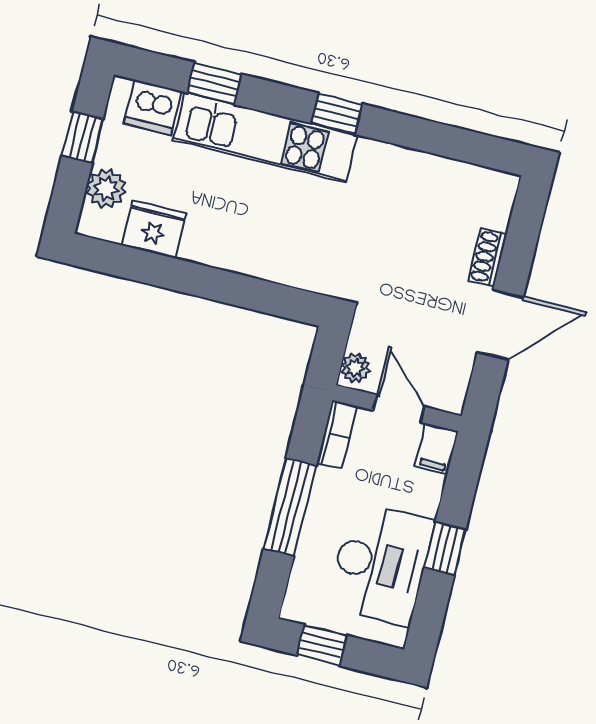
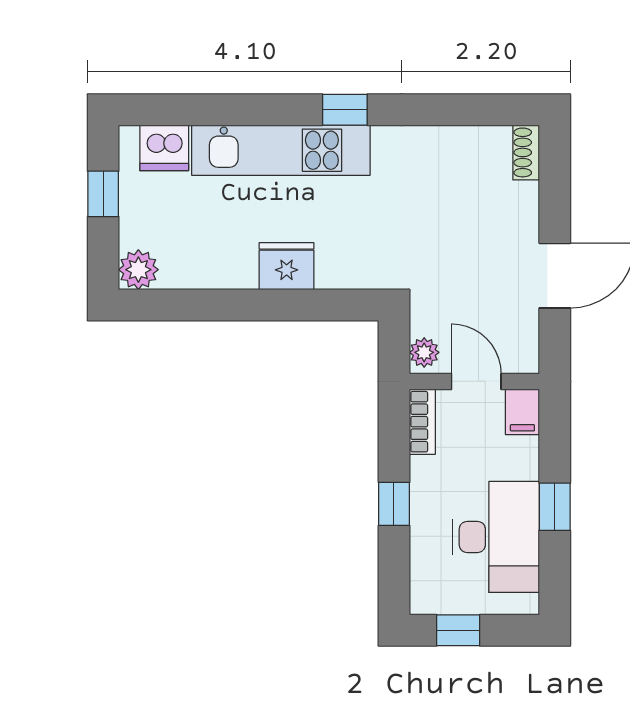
window: (214, 83) -> (218, 110), removed
plant: (106, 188) -> (138, 270), moved
fridge: (154, 229) -> (287, 266), moved
shoe rack: (488, 257) -> (526, 152), moved
window: (290, 507) -> (394, 504), width x0.46

